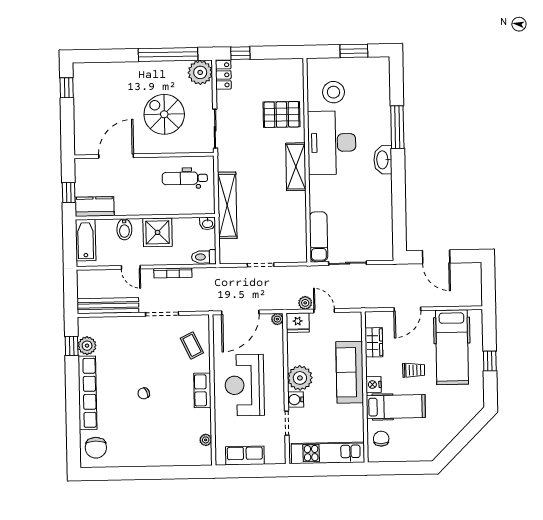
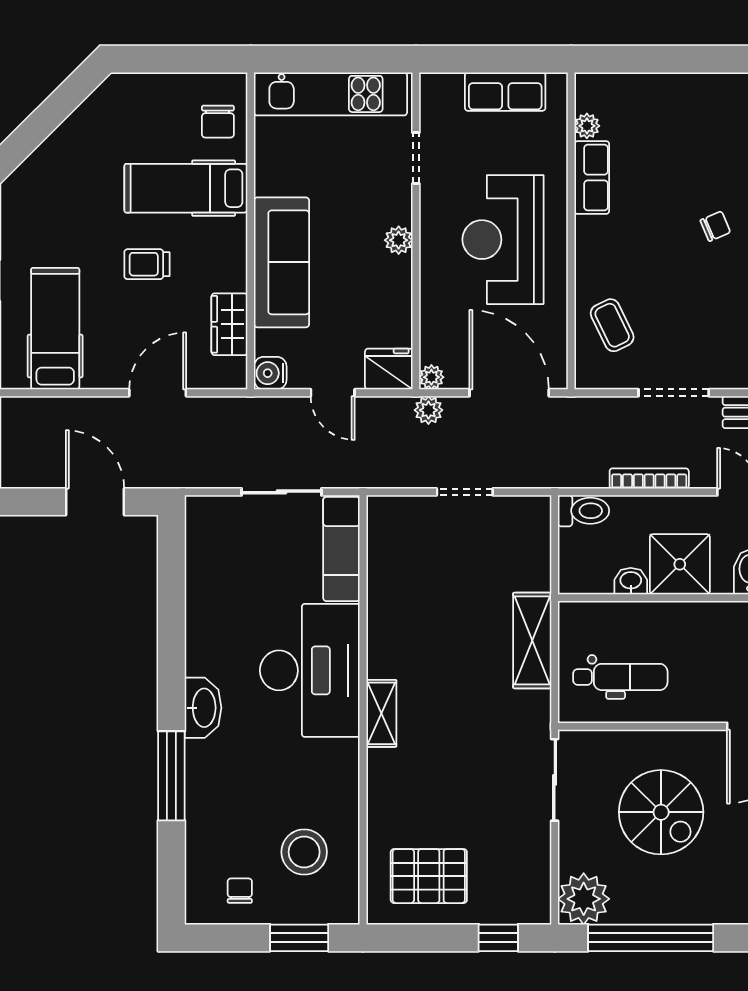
window: (354, 51) -> (299, 938), moved
chair: (364, 73) -> (240, 891), added
locker: (223, 75) -> (535, 893), removed
pallet: (281, 114) -> (429, 876), moved
desk: (332, 143) -> (310, 670), moved
shelving: (296, 167) -> (381, 713), width x0.67, depth x0.75
shelving: (227, 205) -> (532, 640), width x0.68
washbasin: (208, 223) -> (631, 581), moved
plant: (305, 303) -> (428, 410), moved
door: (240, 312) -> (509, 393), hinge flipped
hospital bed: (452, 347) -> (55, 329), width x0.73, depth x0.78
plant: (300, 378) -> (399, 240), width x0.53, depth x0.53
reception desk: (245, 385) -> (503, 240), turned 180
nightstand: (374, 385) -> (232, 236), removed
row of seats: (202, 390) -> (592, 178), moved
water cooler: (296, 400) -> (270, 373), moved, turned 180

